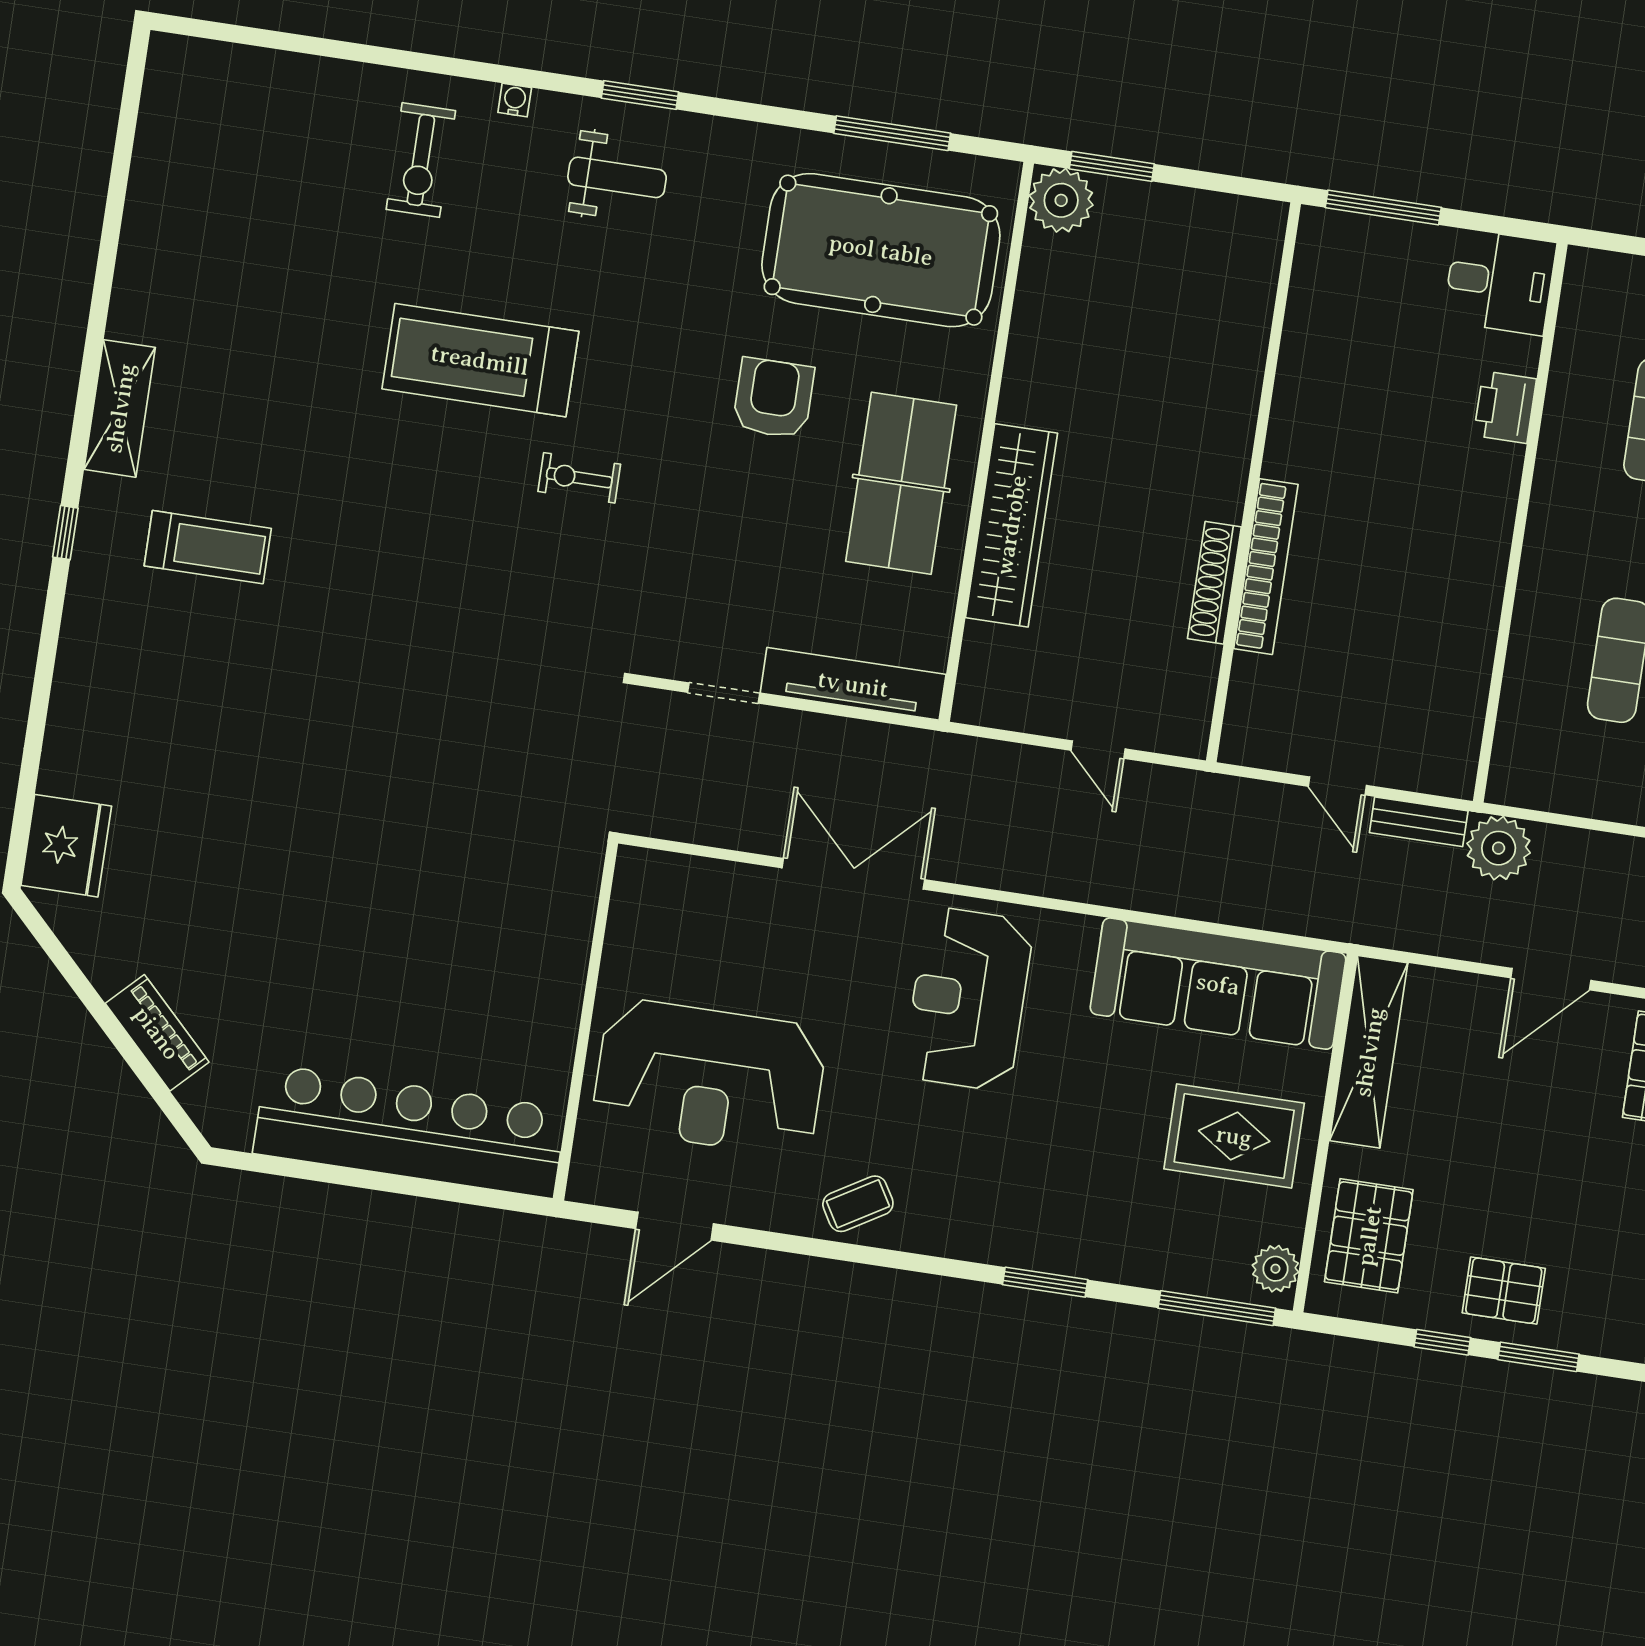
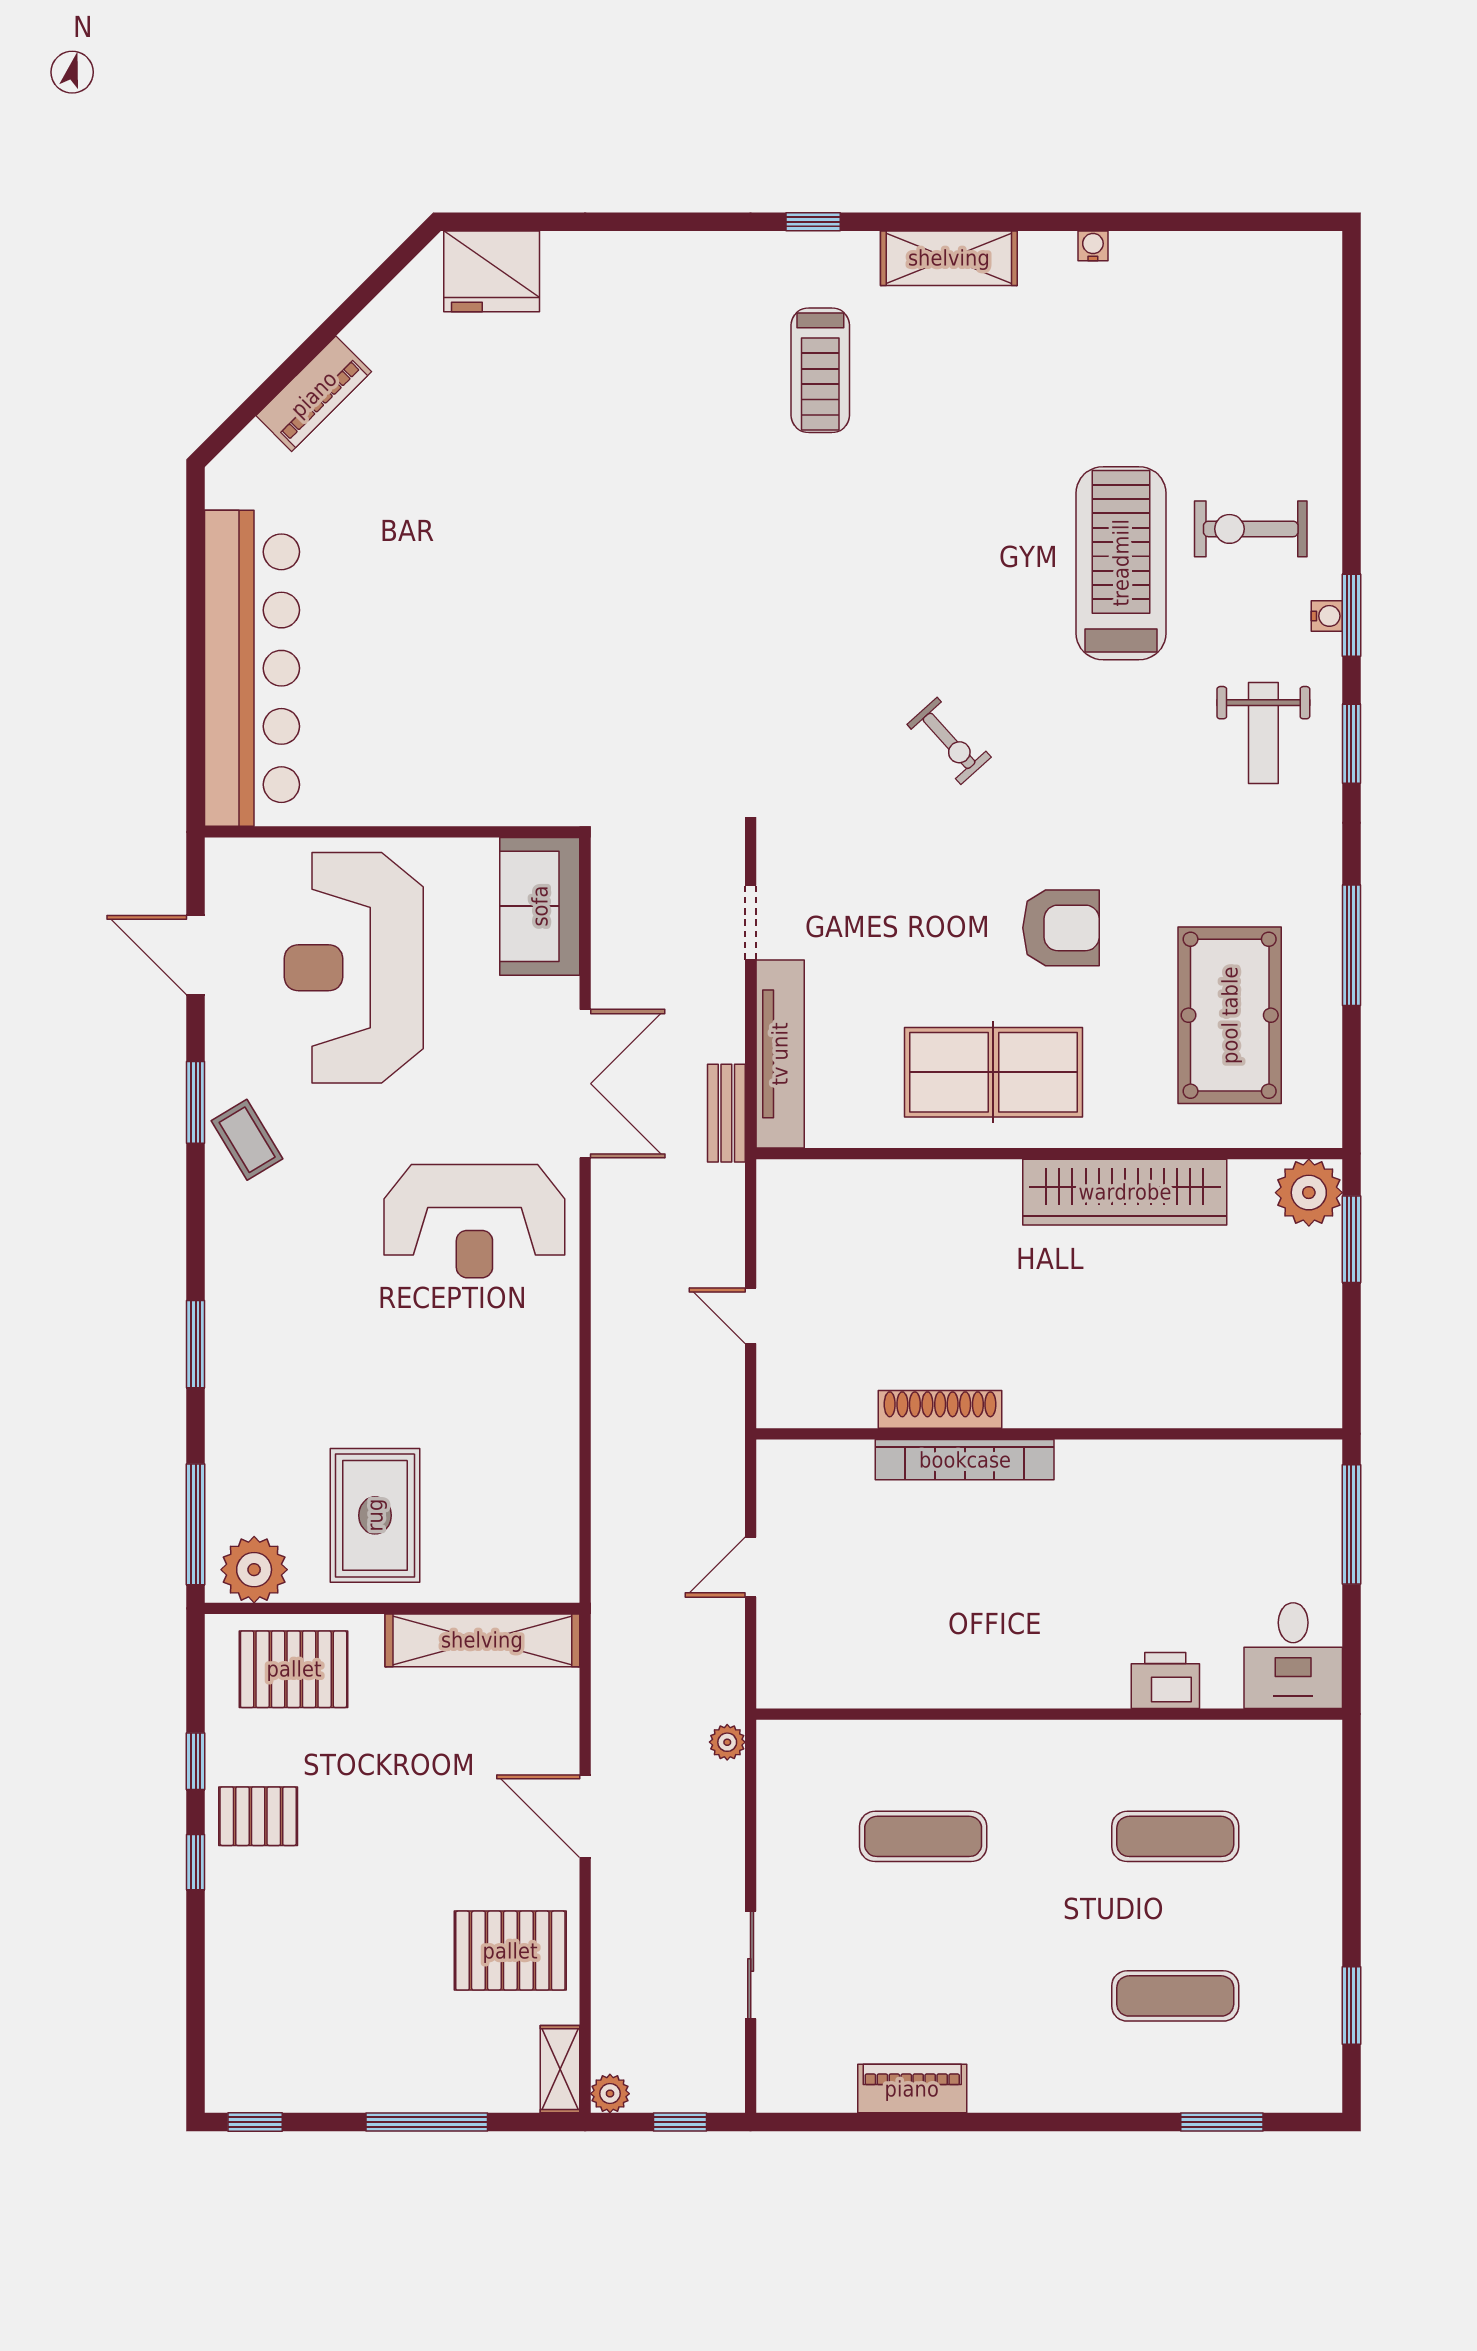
window: (518, 77) -> (1351, 615), added
window: (892, 133) -> (1351, 945), moved
pool table: (881, 250) -> (1230, 1015), width x0.73, depth x0.76
water cooler: (129, 270) -> (1093, 246), added
treadmill: (480, 360) -> (1121, 563), moved
exercise bike: (579, 478) -> (949, 741), turned 138
wardrobe: (1011, 525) -> (1125, 1192), moved
door: (1098, 750) -> (751, 1316), hinge flipped
bench: (1419, 822) -> (726, 1113), moved
plant: (1499, 848) -> (727, 1742), width x0.53, depth x0.53
sofa: (1218, 984) -> (540, 906), moved, width x0.54, depth x0.79
reception desk: (968, 999) -> (474, 1221), turned 180
window: (815, 1247) -> (196, 1102), added
plant: (1275, 1269) -> (254, 1570), width x1.36, depth x1.36
pallet: (1504, 1291) -> (258, 1816), turned 90
window: (1538, 1357) -> (196, 1862), width x0.67

